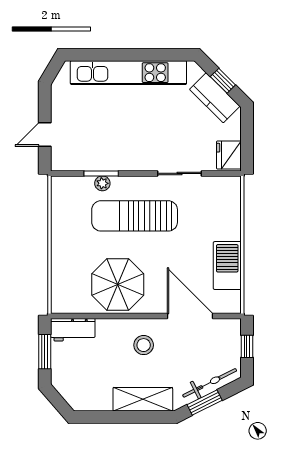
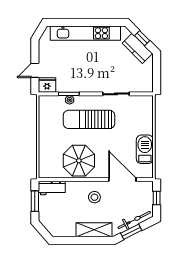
fridge: (229, 155) -> (47, 85), moved, turned 90

